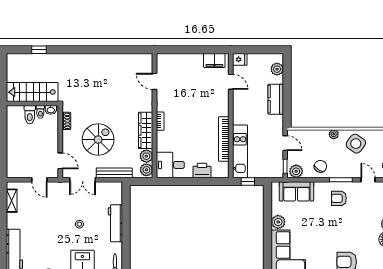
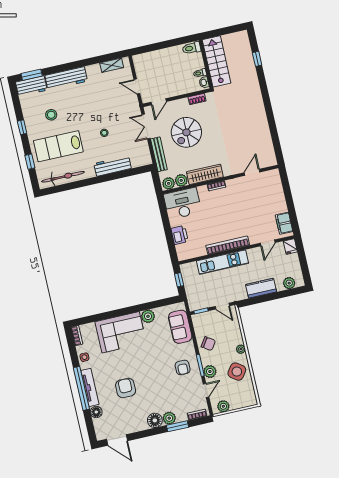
toilet: (30, 115) -> (191, 48), moved
bookcase: (224, 139) -> (228, 245), moved
spiral stairs: (98, 140) -> (186, 132), turned 90
door: (285, 143) -> (222, 306), hinge flipped
kitchen unit: (240, 151) -> (223, 262), moved
desk: (170, 165) -> (183, 203), width x1.37
plant: (296, 171) -> (210, 372), moved
door: (39, 180) -> (137, 86), hinge flipped
armchair: (339, 198) -> (183, 367), turned 180

